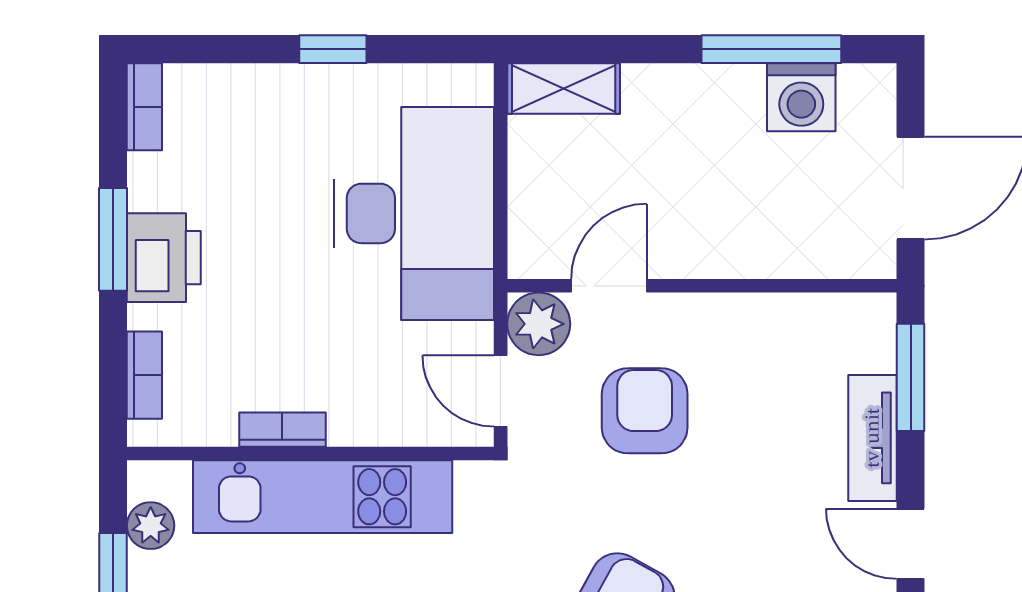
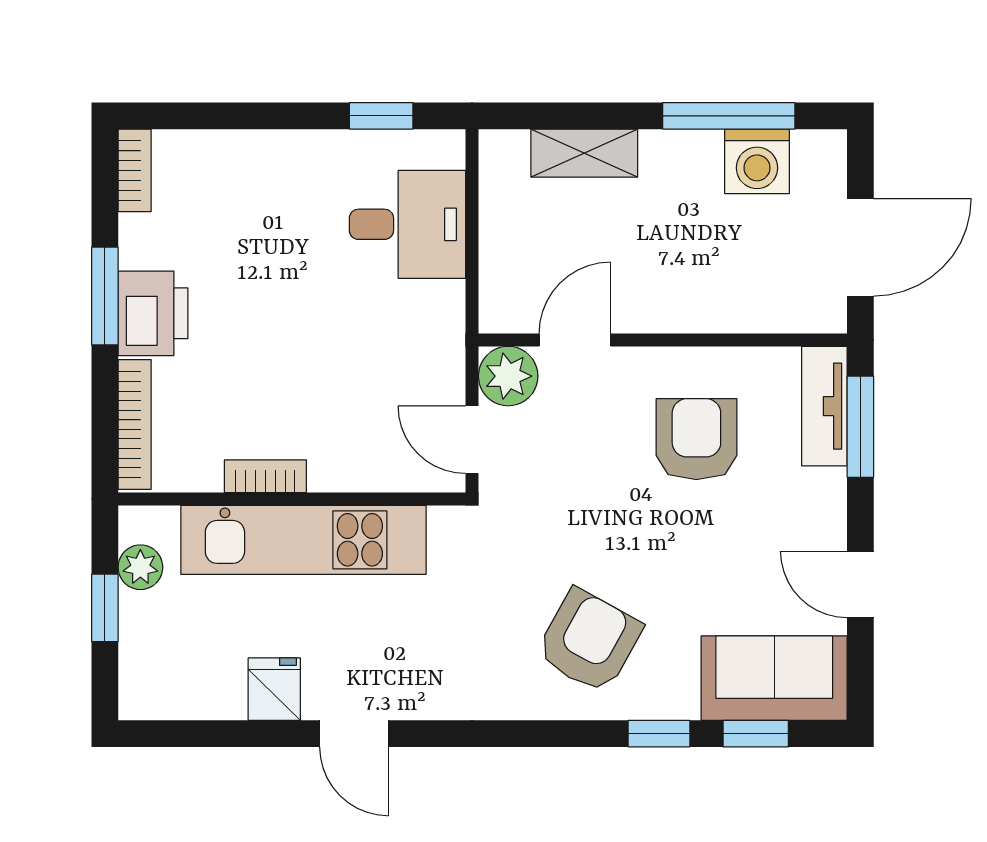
window: (333, 49) -> (381, 116), moved
shelving: (564, 88) -> (584, 153), moved
desk: (414, 213) -> (408, 224), width x0.53, depth x0.77
bookcase: (144, 375) -> (135, 425), width x1.56
armchair: (645, 411) -> (696, 439), moved
tv unit: (872, 438) -> (824, 406), moved

